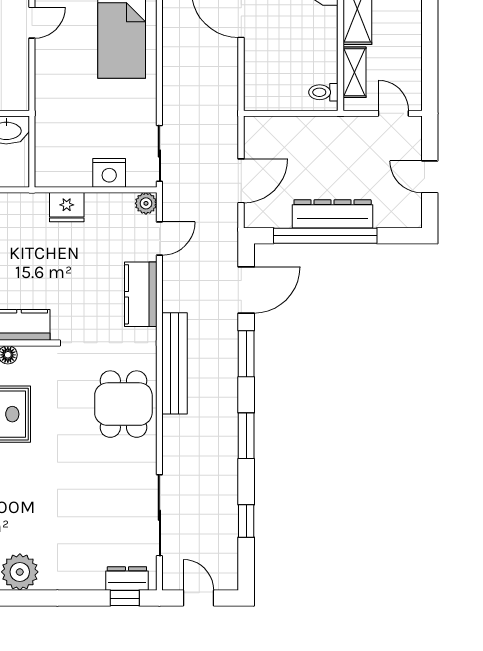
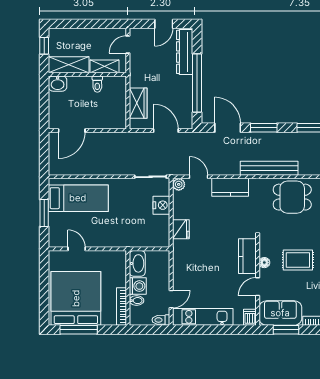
toilet: (323, 92) -> (97, 84), moved
wardrobe: (289, 132) -> (138, 103), added
dresser: (333, 214) -> (185, 52), moved

